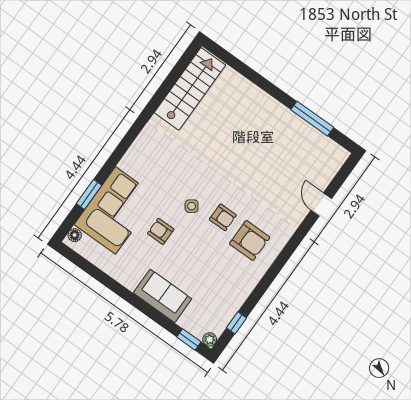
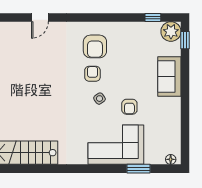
corner sofa: (116, 210) -> (116, 145), moved
armchair: (250, 240) -> (95, 46), turned 180
plant: (210, 339) -> (171, 32), width x1.87, depth x1.87

